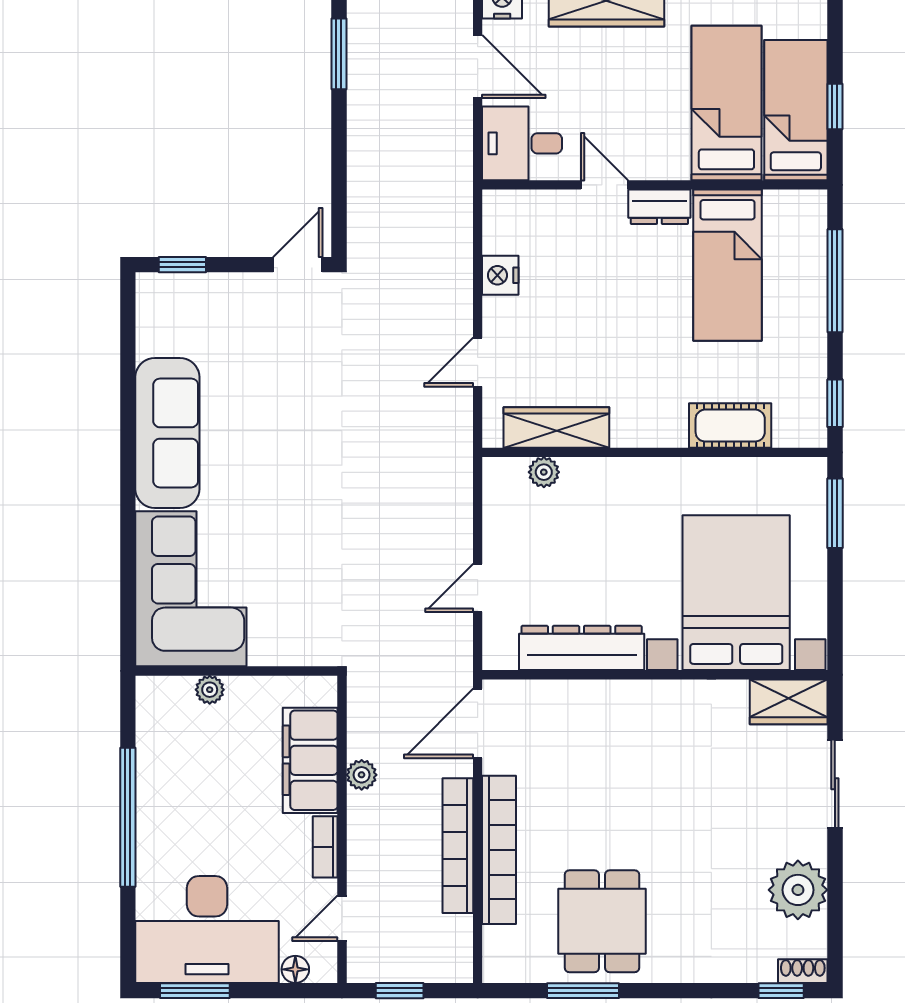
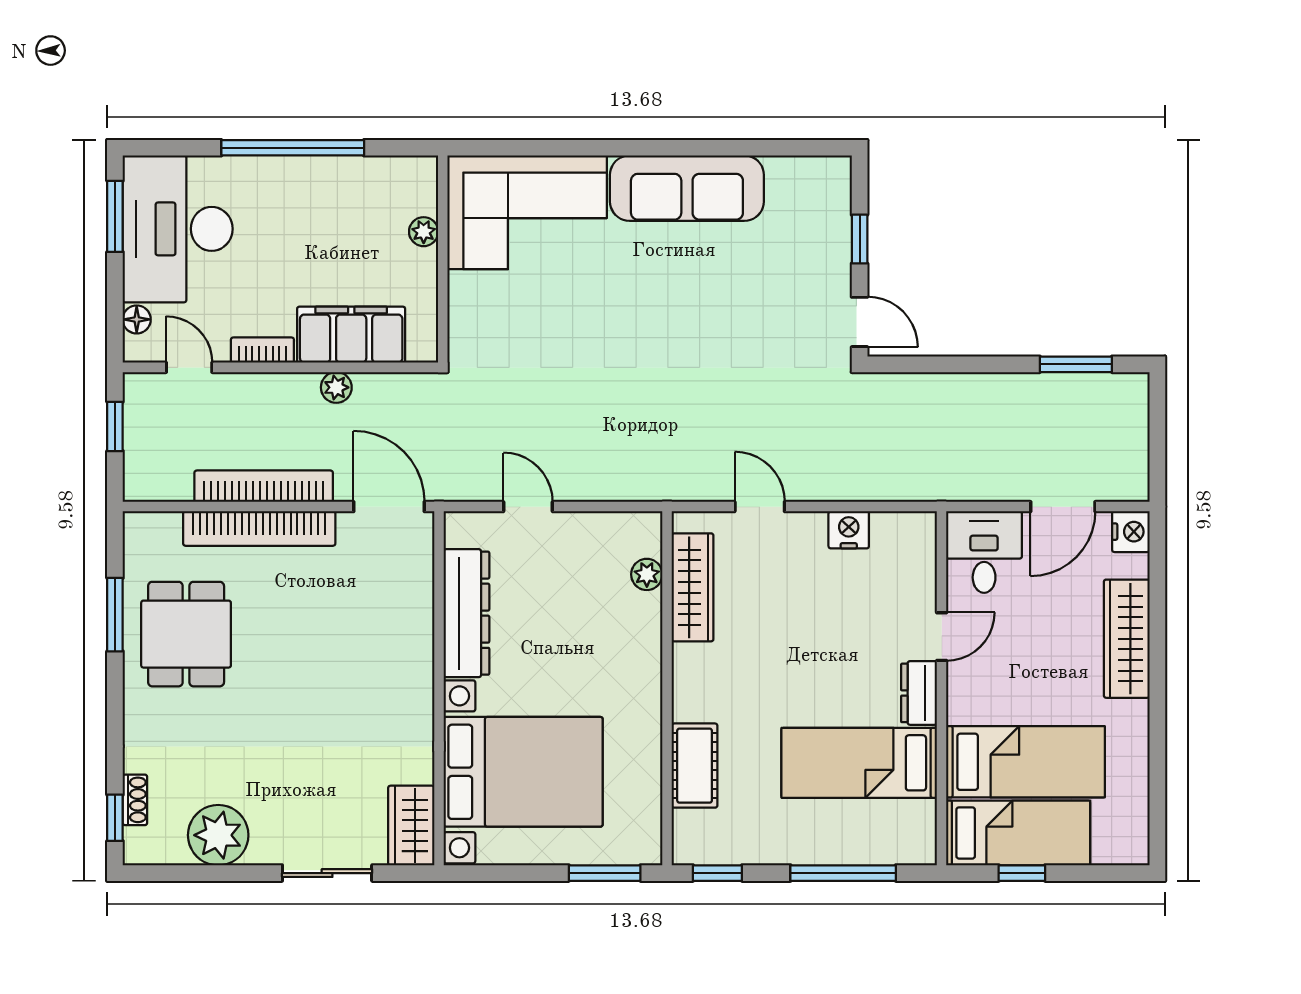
window: (182, 265) -> (860, 239), moved
dining table: (602, 921) -> (186, 634), turned 90
shoe rack: (803, 971) -> (135, 800), moved

